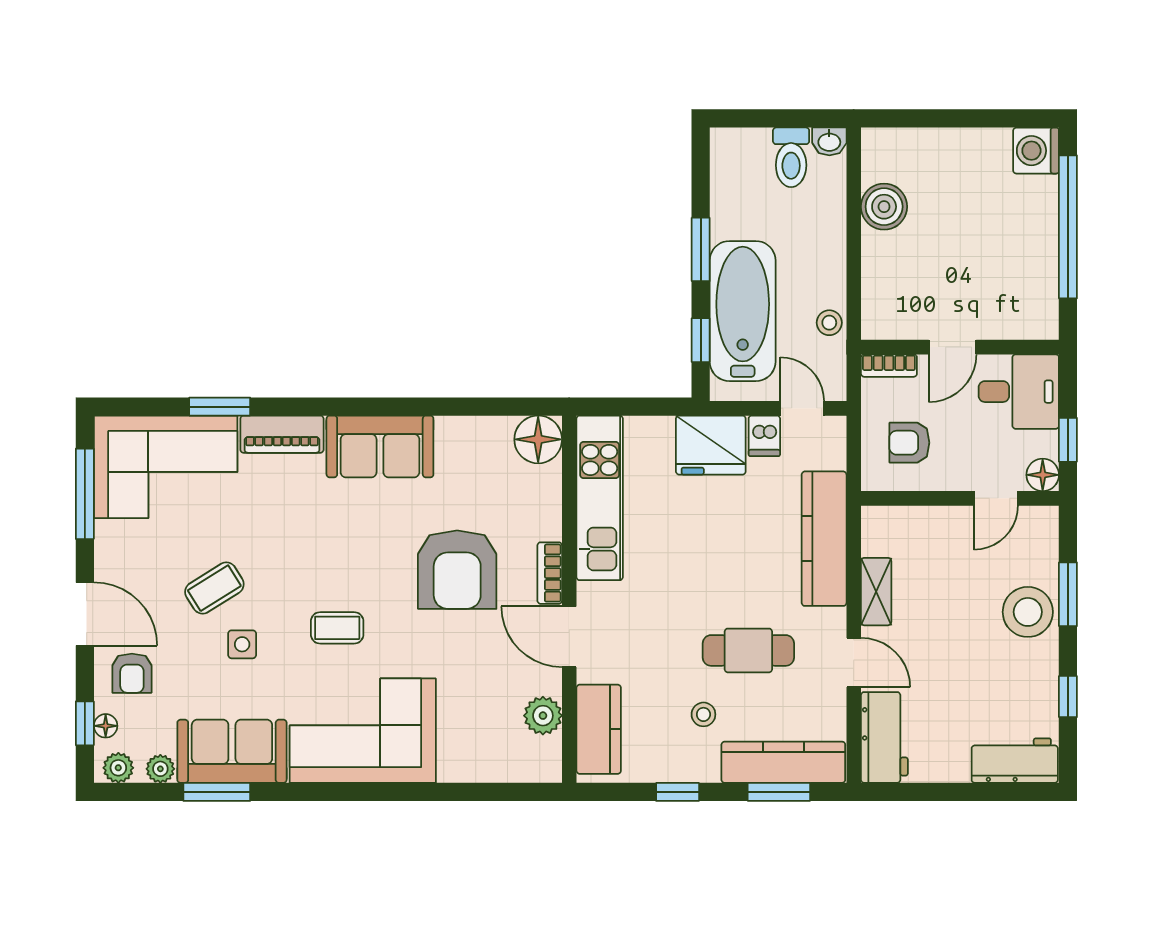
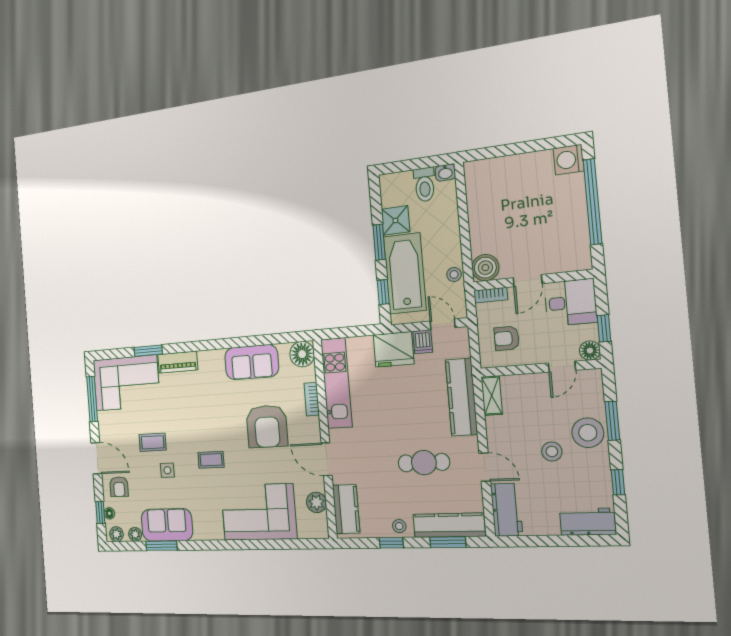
boiler: (884, 207) -> (485, 268), moved
shower: (734, 214) -> (395, 220), added
sofa: (380, 446) -> (252, 362), moved
bookcase: (550, 573) -> (312, 399), moved
coffee table: (214, 588) -> (153, 442), turned 32
shelving: (876, 592) -> (492, 395), moved
stool: (968, 641) -> (552, 451), added
stool: (703, 714) -> (399, 526), moved
corner sofa: (363, 731) -> (259, 512), moved

